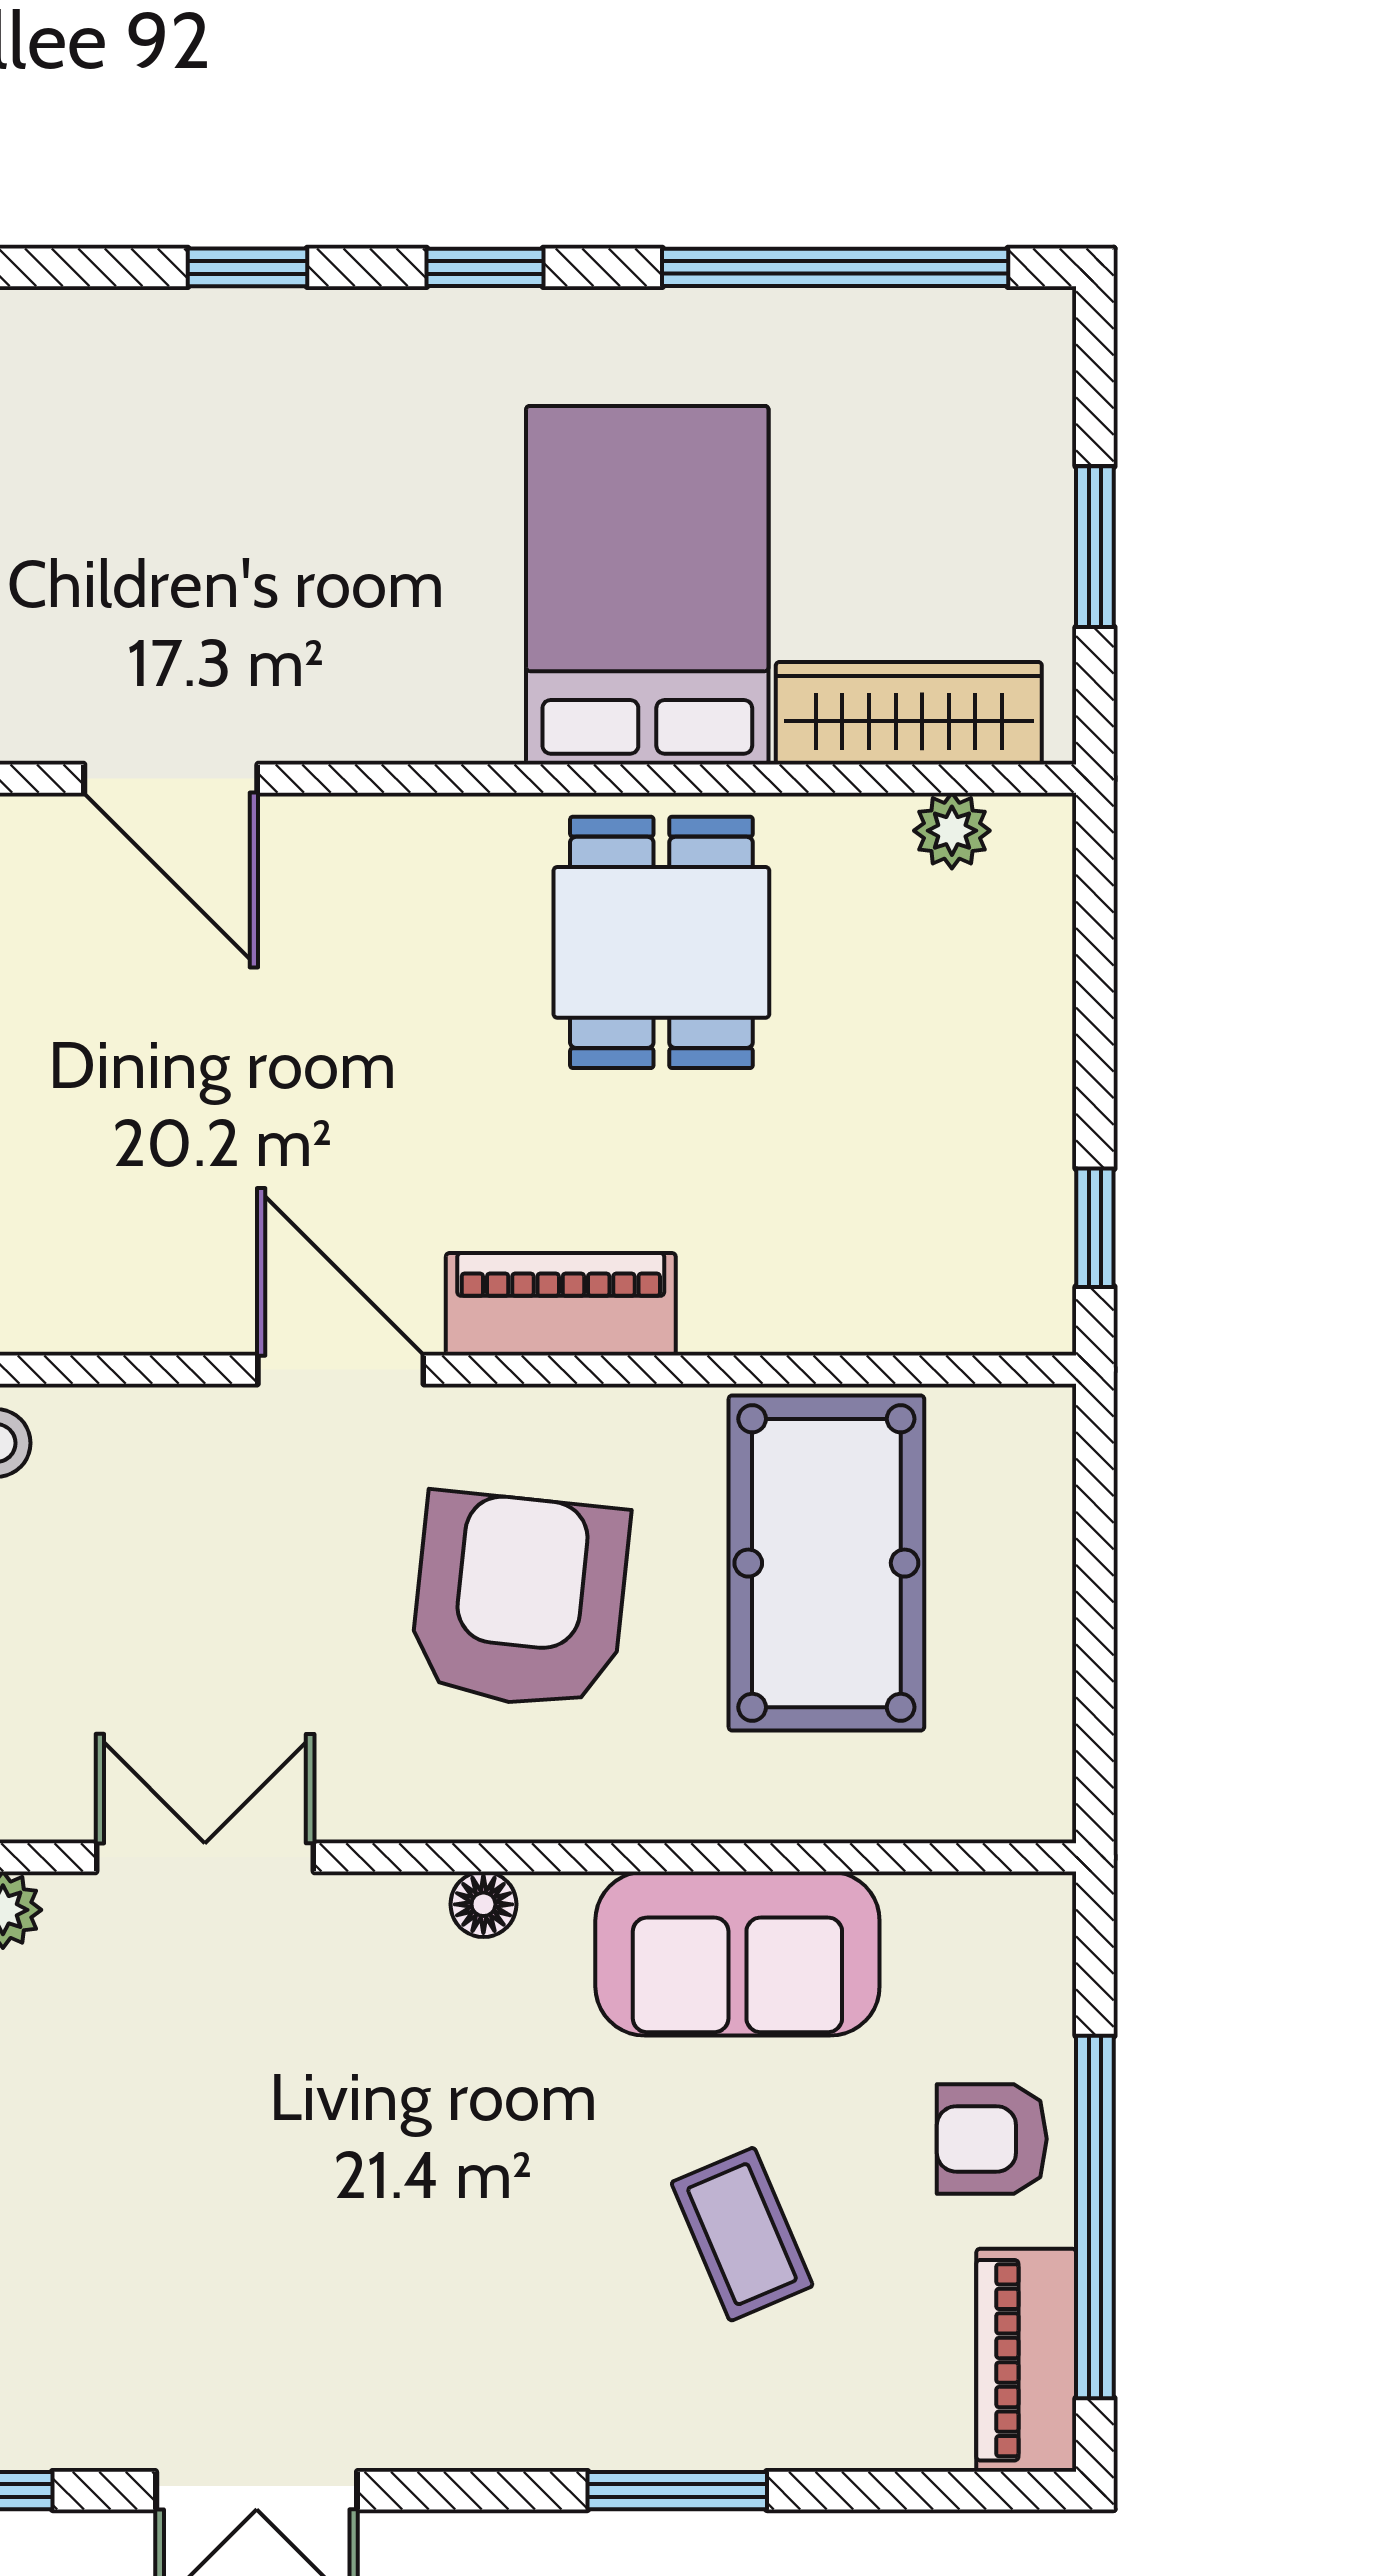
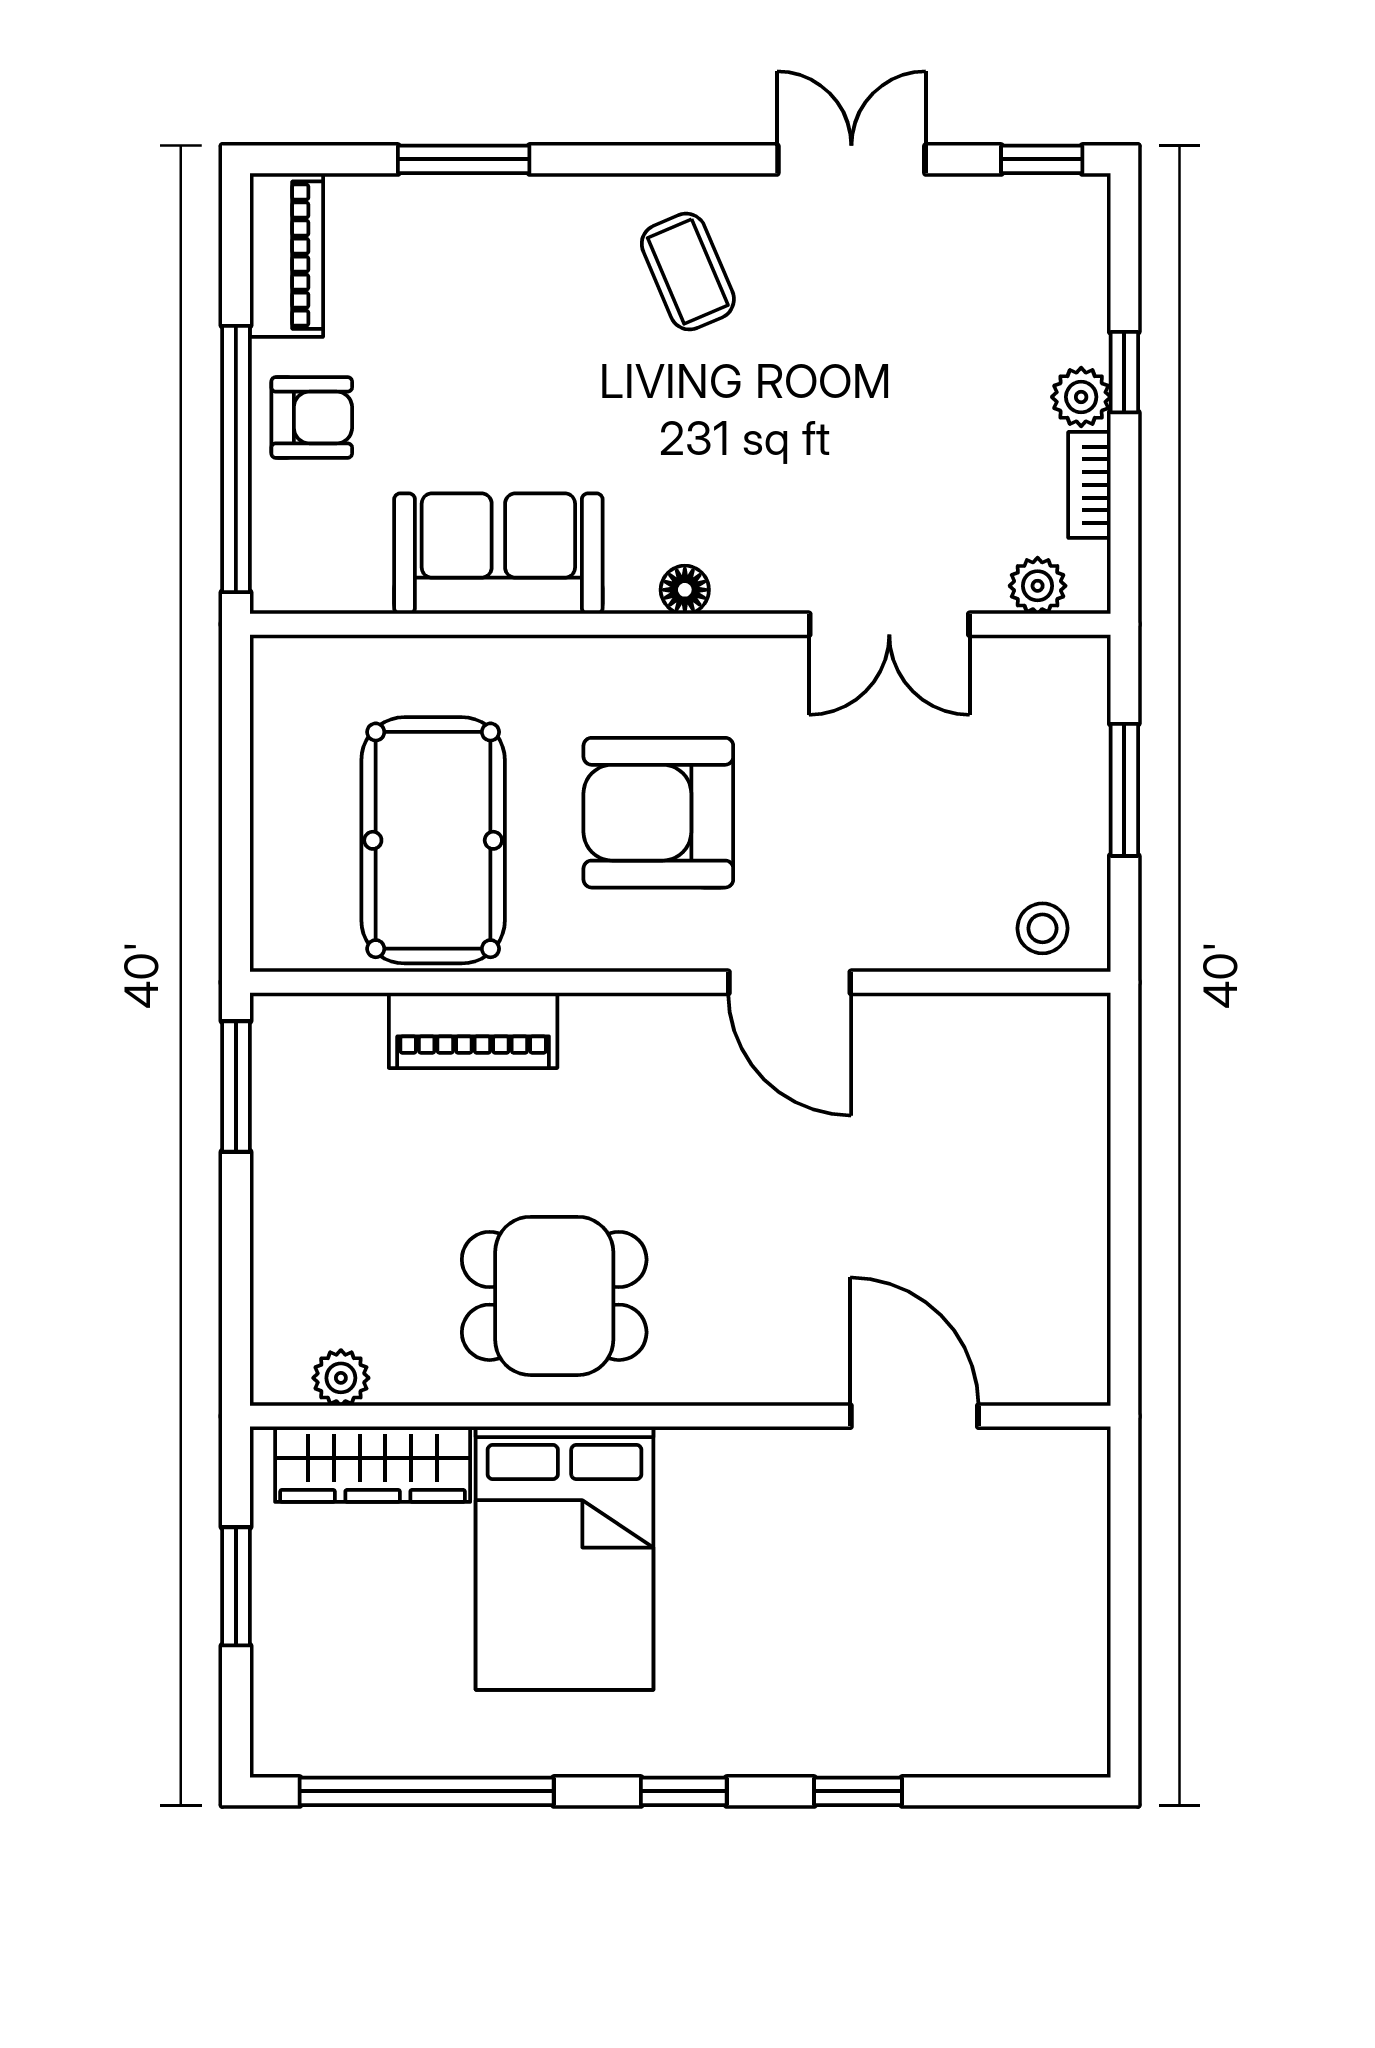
dining table: (661, 942) -> (554, 1296), turned 90
window: (1095, 1228) -> (236, 1086), width x1.50
piano: (561, 1304) -> (473, 1030), moved
armchair: (520, 1601) -> (658, 813), turned 84
window: (1095, 2217) -> (236, 459), moved
coffee table: (742, 2234) -> (688, 272), moved
window: (677, 2491) -> (464, 159), moved

